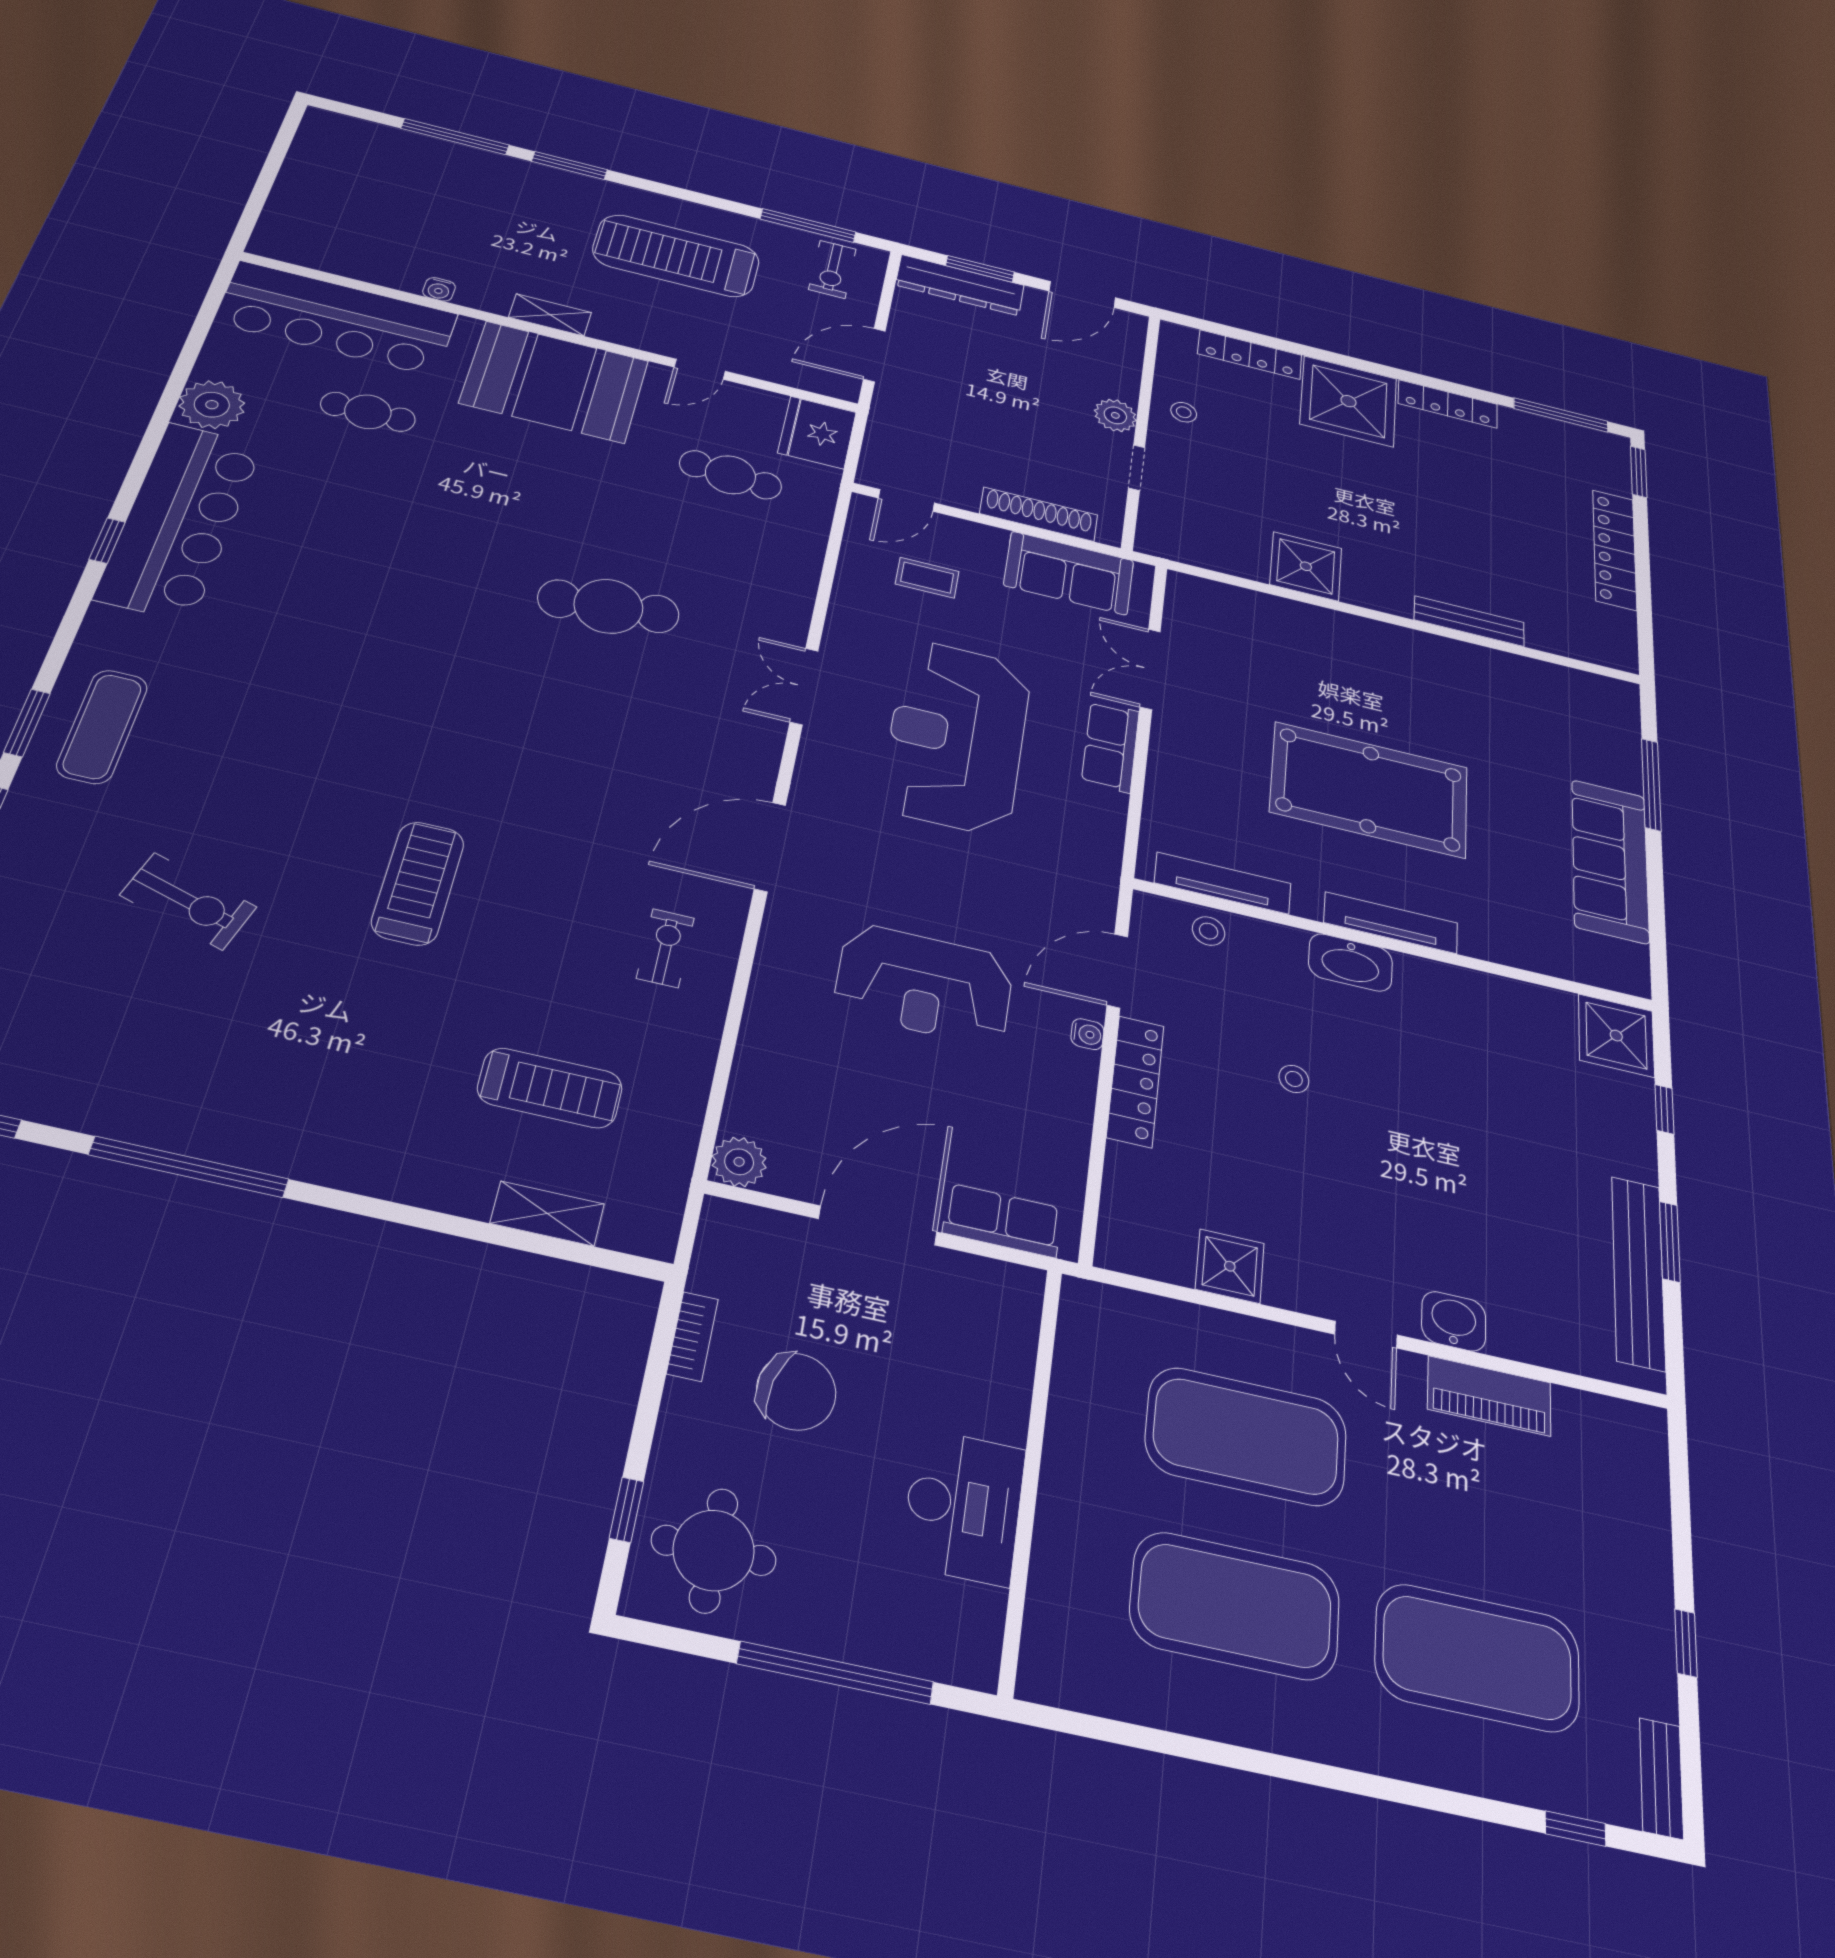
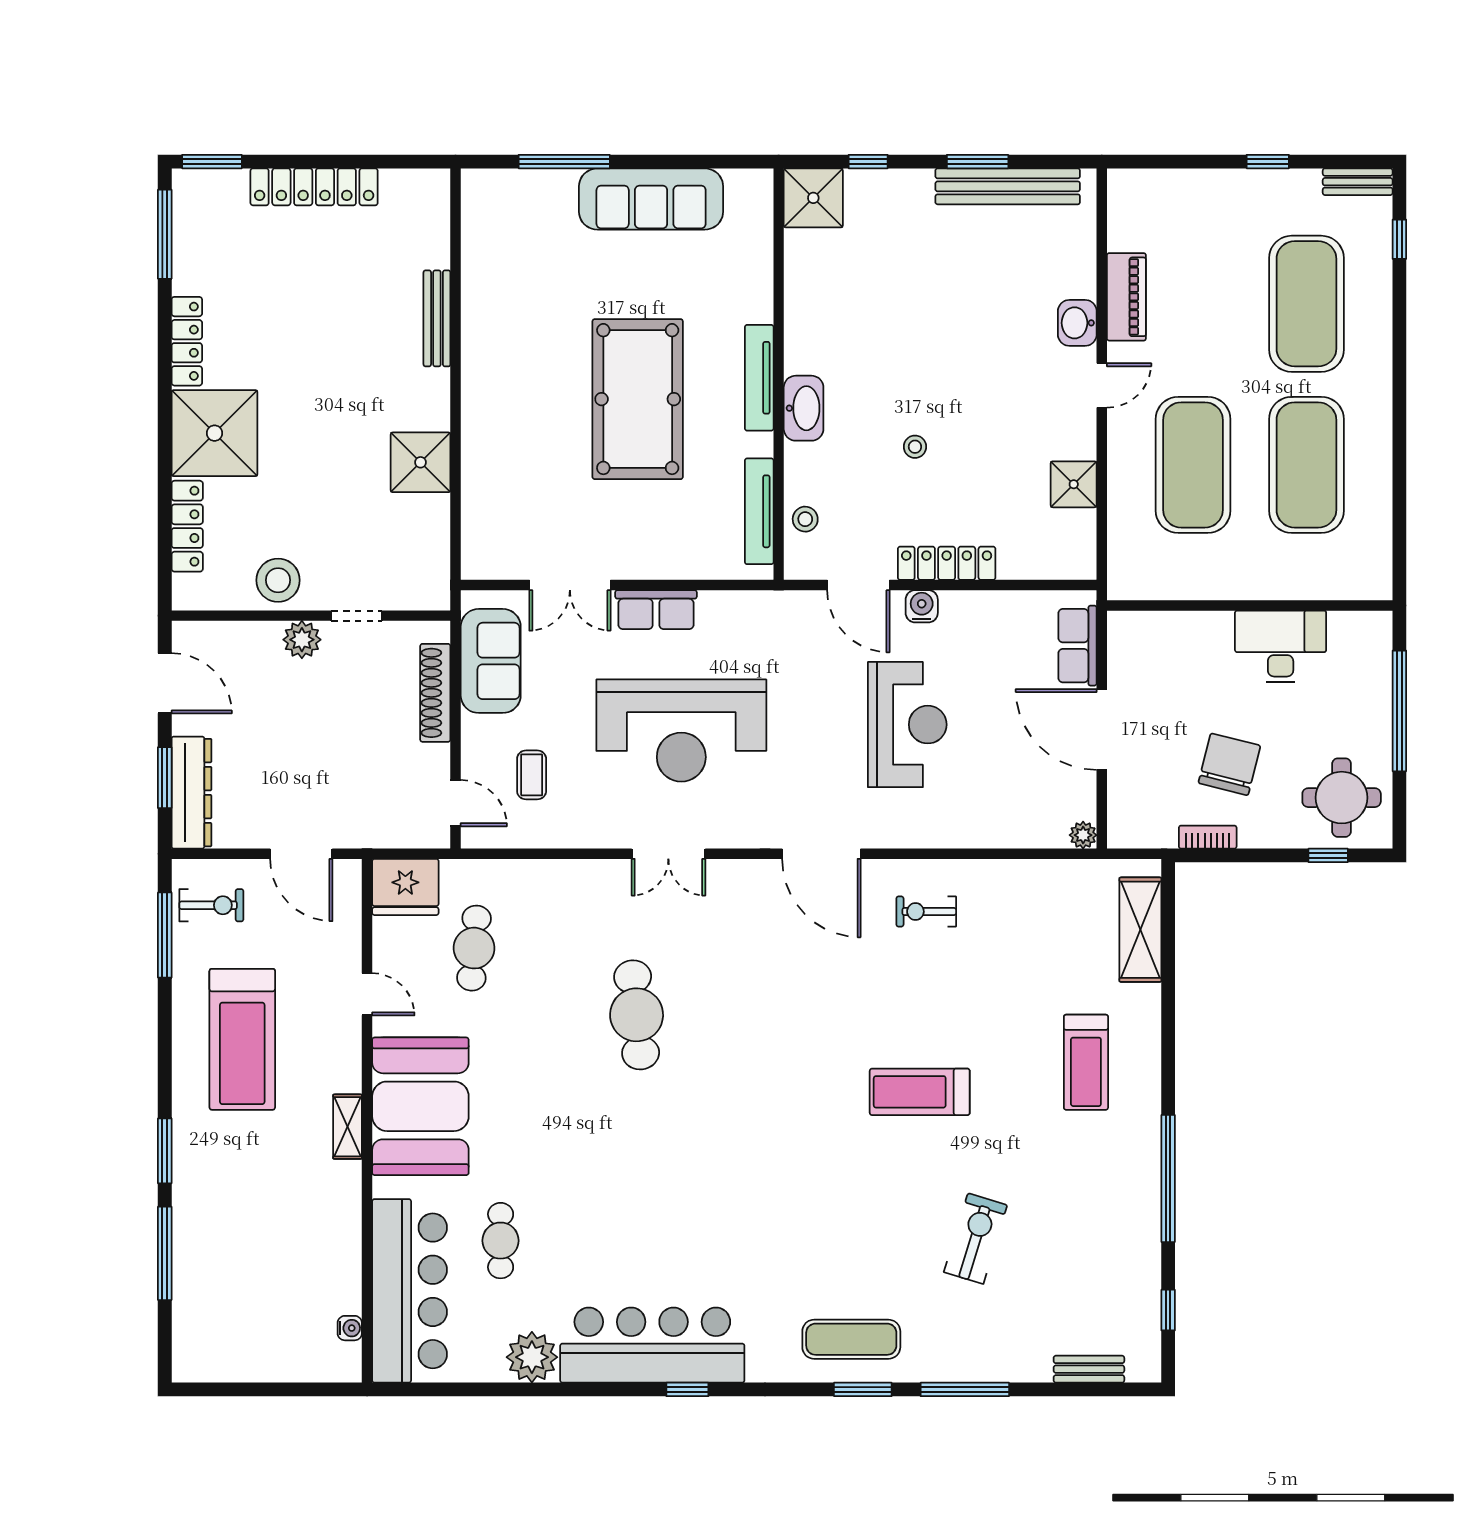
water cooler: (439, 289) -> (350, 1328), moved
stool: (1184, 412) -> (278, 580), width x1.89, depth x1.89
water cooler: (1087, 1034) -> (922, 606), width x1.38, depth x1.38
treadmill: (550, 1088) -> (1086, 1062), moved, turned 180
plant: (739, 1162) -> (1083, 835), width x0.73, depth x0.73
shelving: (547, 1214) -> (1140, 930), width x1.50, depth x1.33

